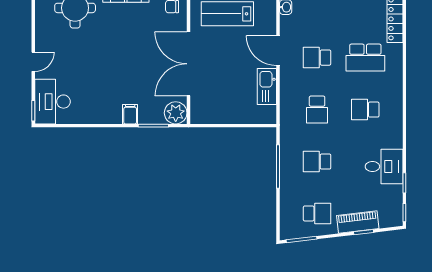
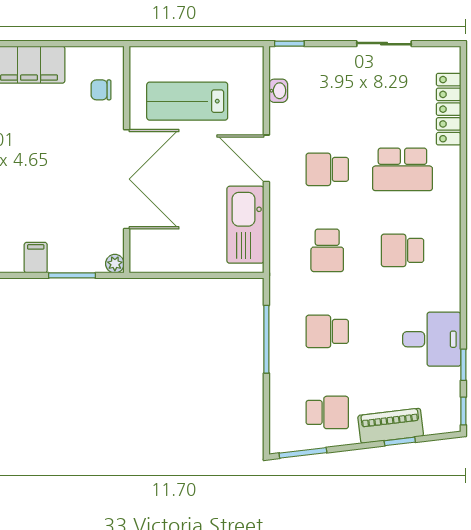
double door: (188, 64) -> (127, 179), swing flipped
kitchen sink: (267, 86) -> (245, 225), width x1.36, depth x1.24
plant: (176, 113) -> (115, 264), width x0.53, depth x0.53

